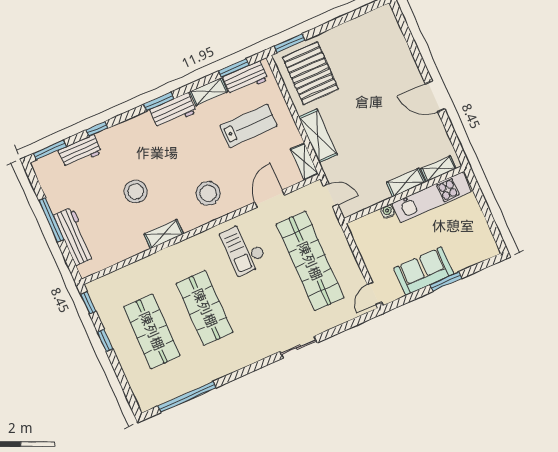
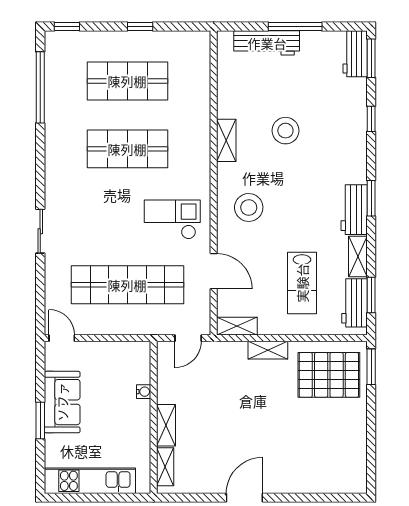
shelving: (318, 136) -> (268, 350), width x0.67, depth x0.75
workbench: (80, 151) -> (355, 54), moved
kitchen unit: (432, 197) -> (90, 481), moved, turned 90
window: (88, 303) -> (67, 27), moved

